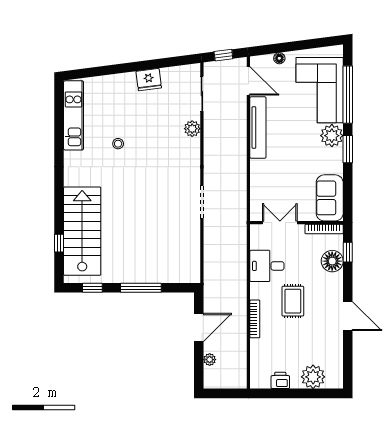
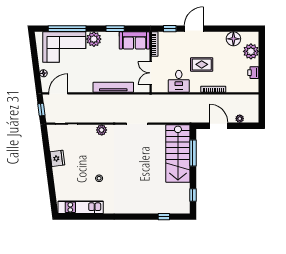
tv unit: (258, 127) -> (113, 87), moved
plant: (192, 129) -> (102, 130), moved
window: (348, 149) -> (115, 29), moved
stairs: (82, 231) -> (178, 154), moved, turned -90
floor lamp: (332, 261) -> (233, 39), moved
window: (141, 288) -> (193, 153), moved
door: (348, 316) -> (194, 29), moved

